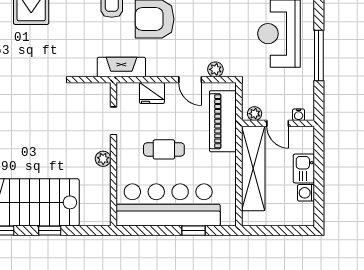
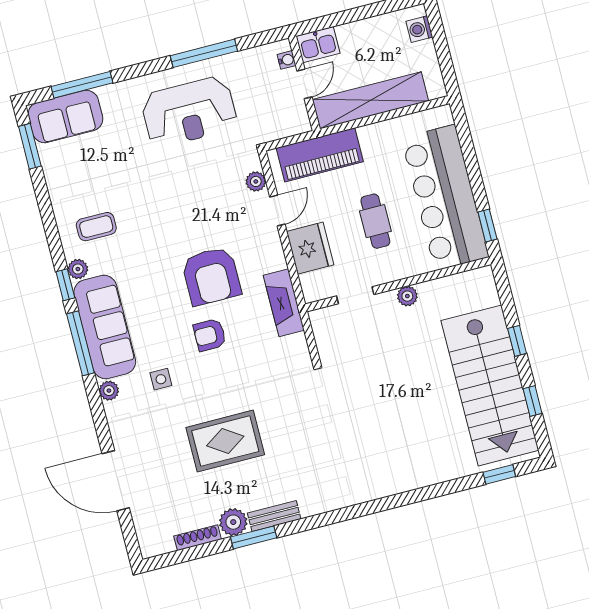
fridge: (152, 93) -> (310, 248), width x1.36, depth x1.34
plant: (255, 114) -> (300, 117), removed
kitchen sink: (304, 169) -> (318, 45), moved
washing machine: (306, 193) -> (419, 29), moved, turned 90
window: (193, 231) -> (487, 225), moved

